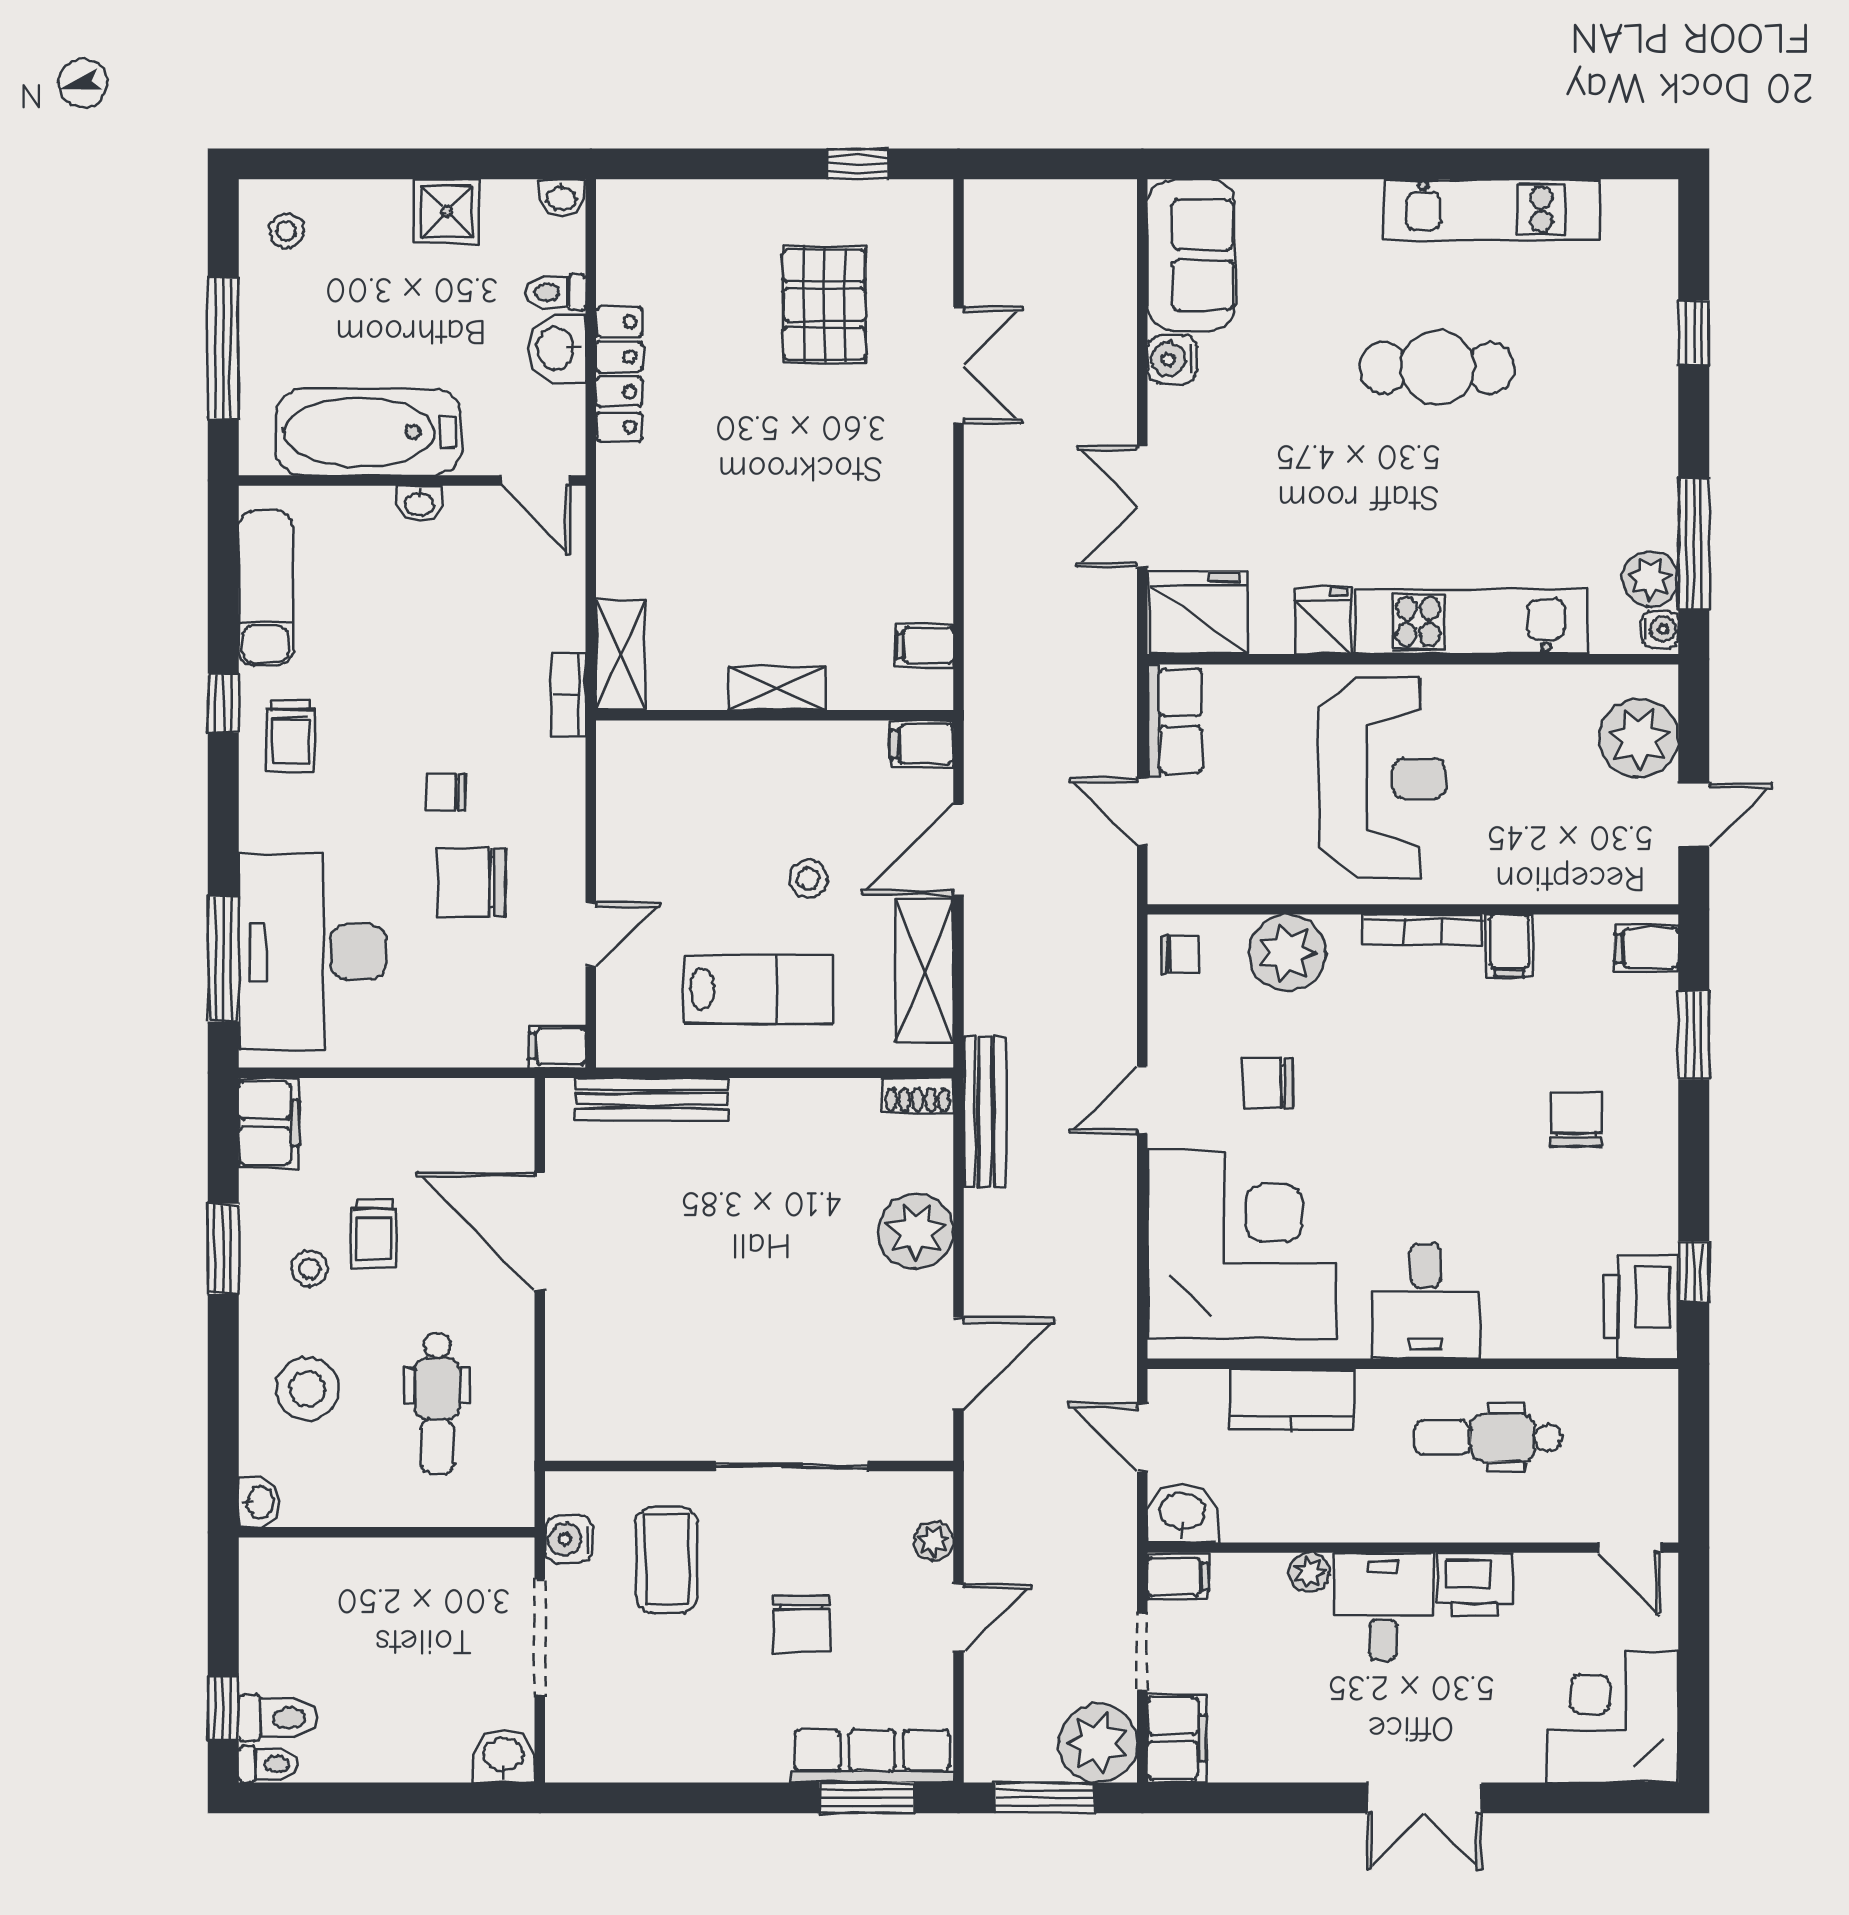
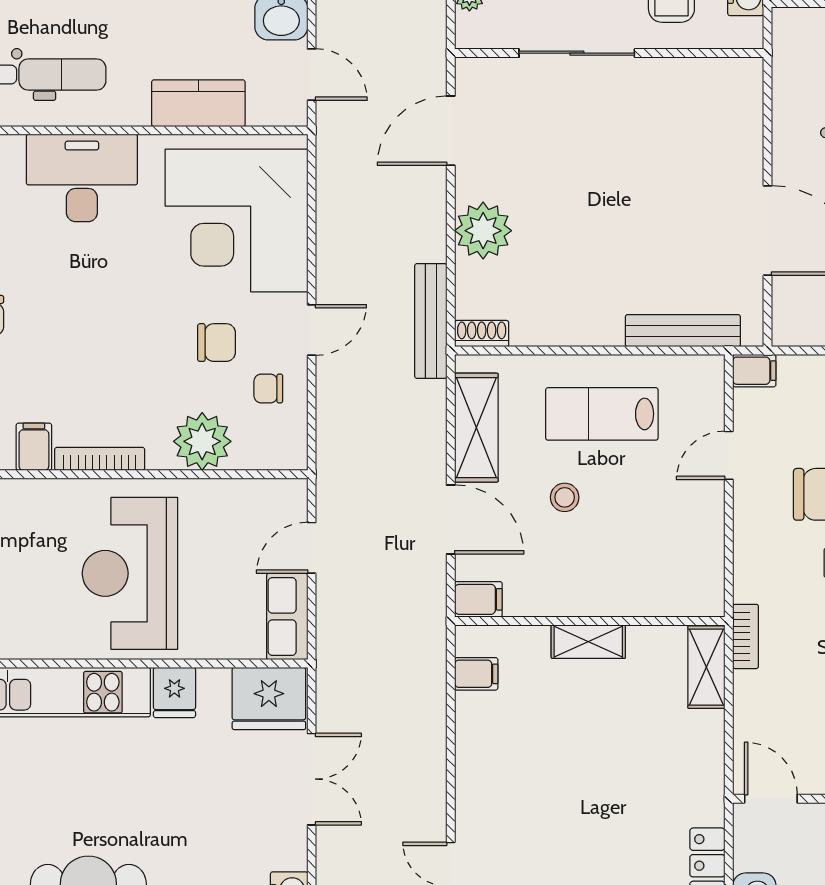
door: (1142, 812) -> (312, 548), swing flipped
door: (958, 850) -> (451, 519), hinge flipped
chair: (1180, 955) -> (268, 389), moved
desk: (1426, 1301) -> (82, 178), width x1.37

